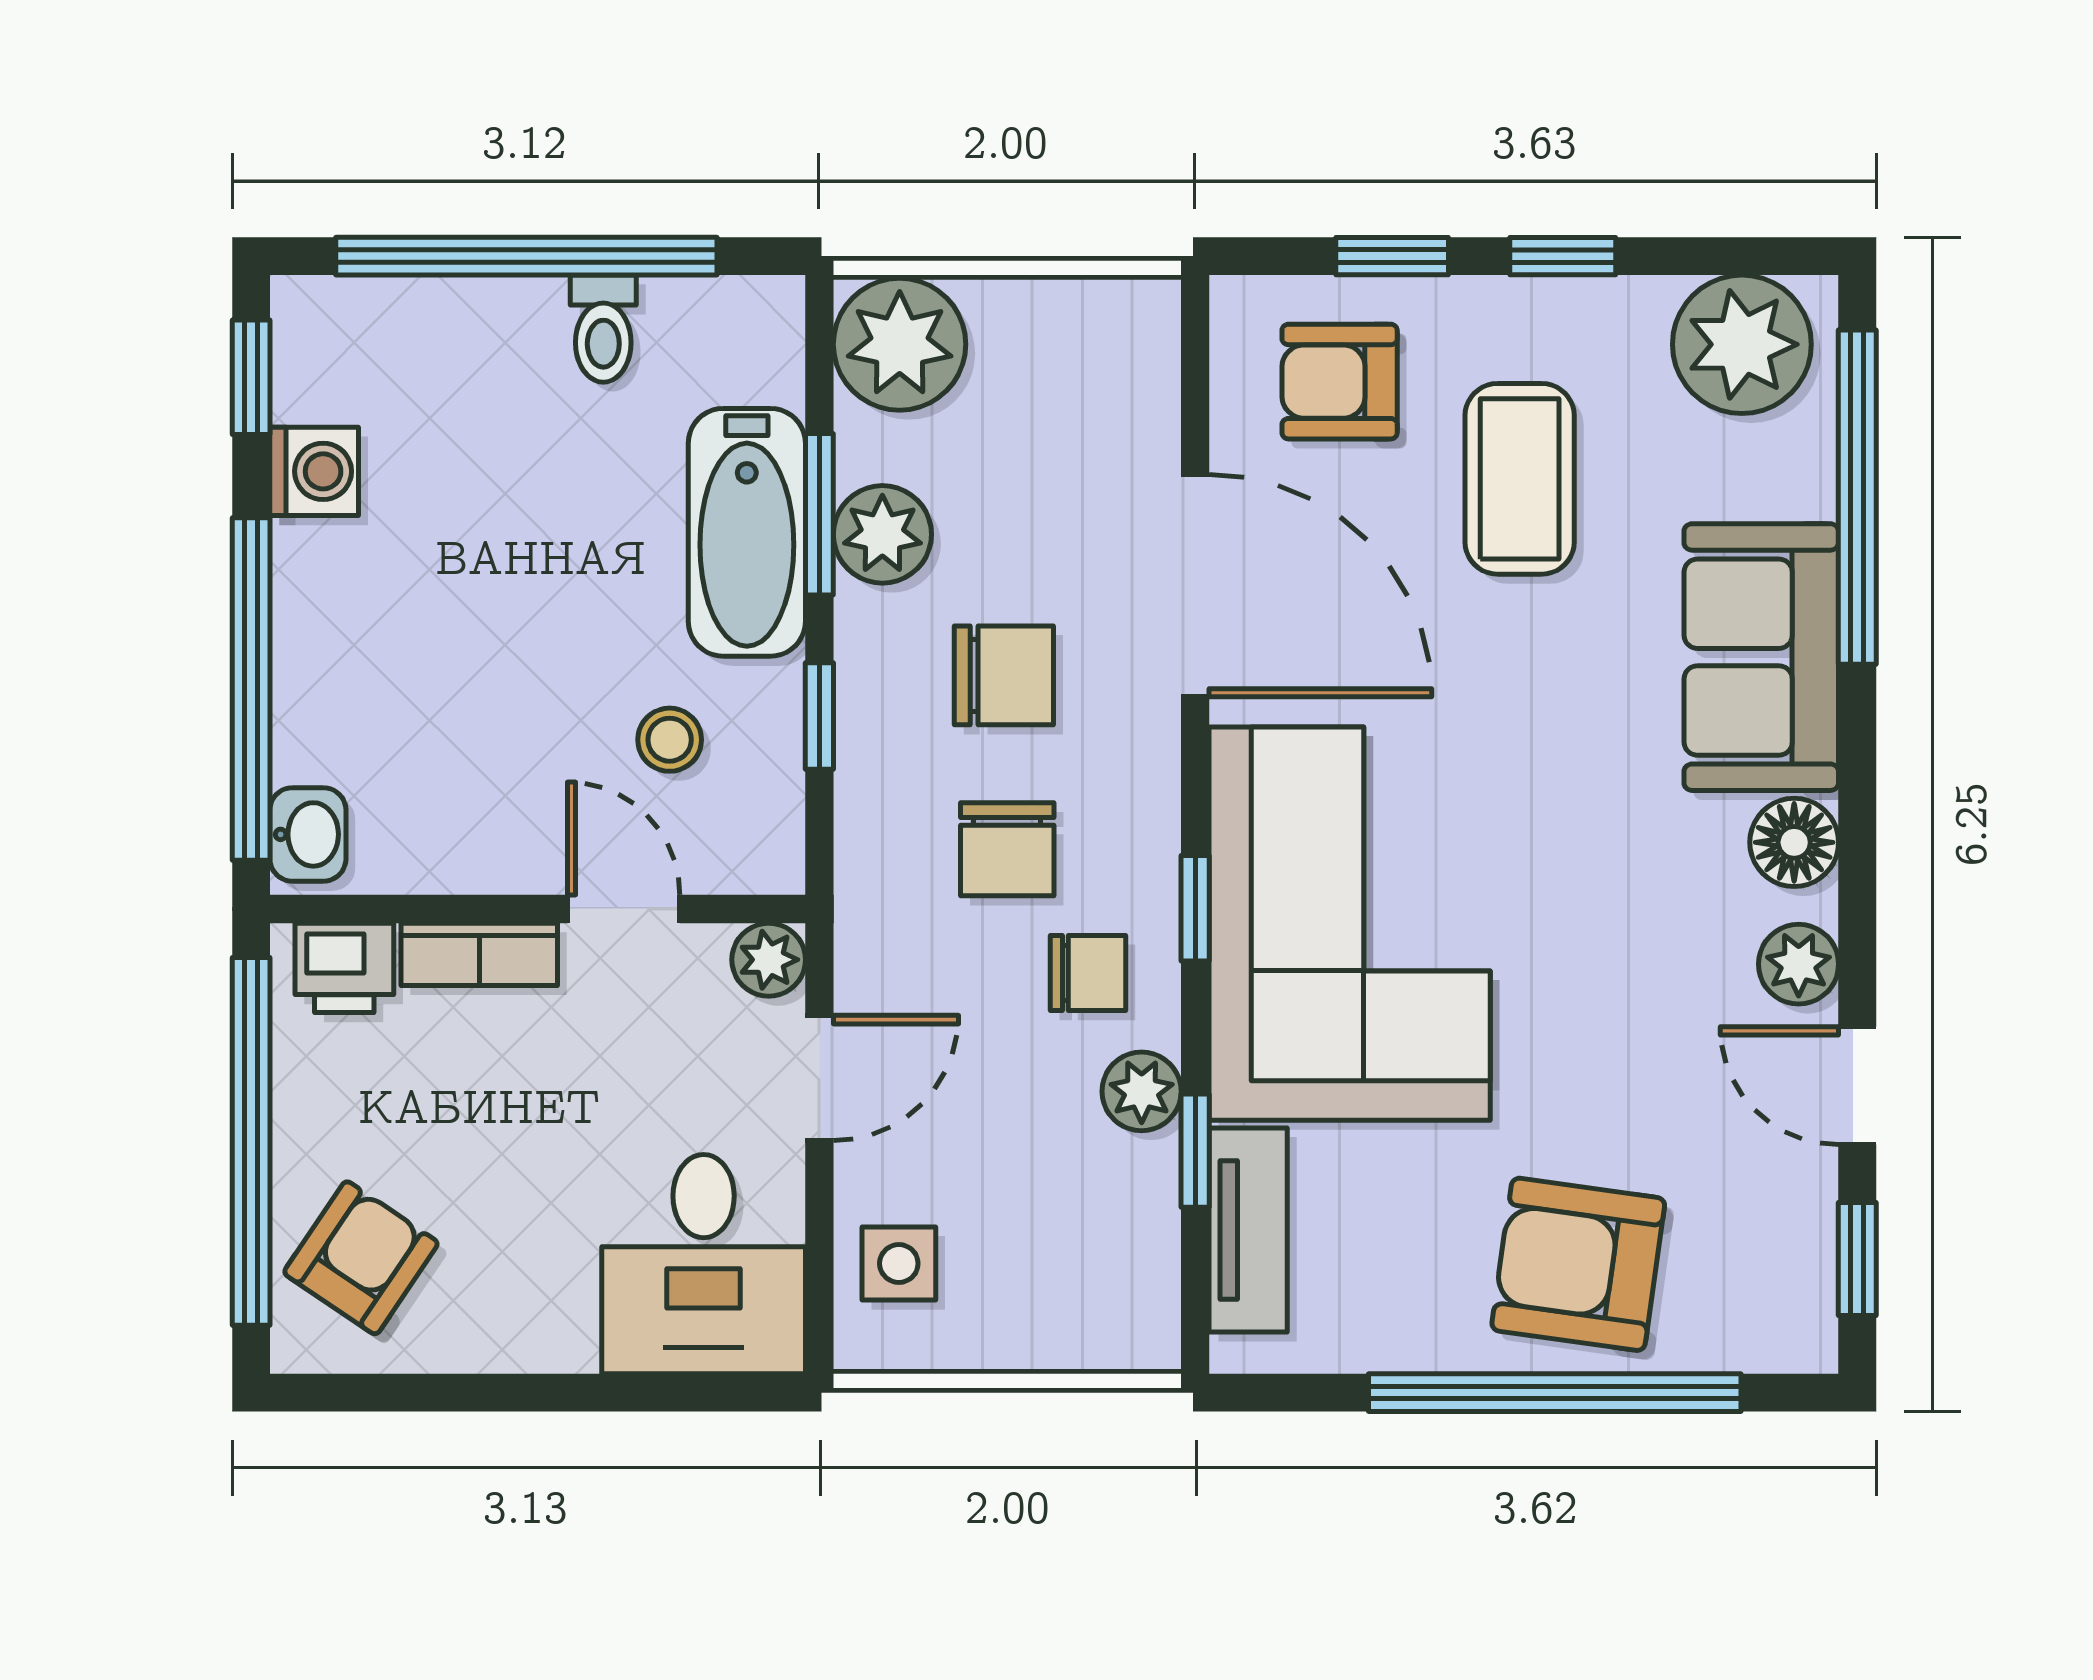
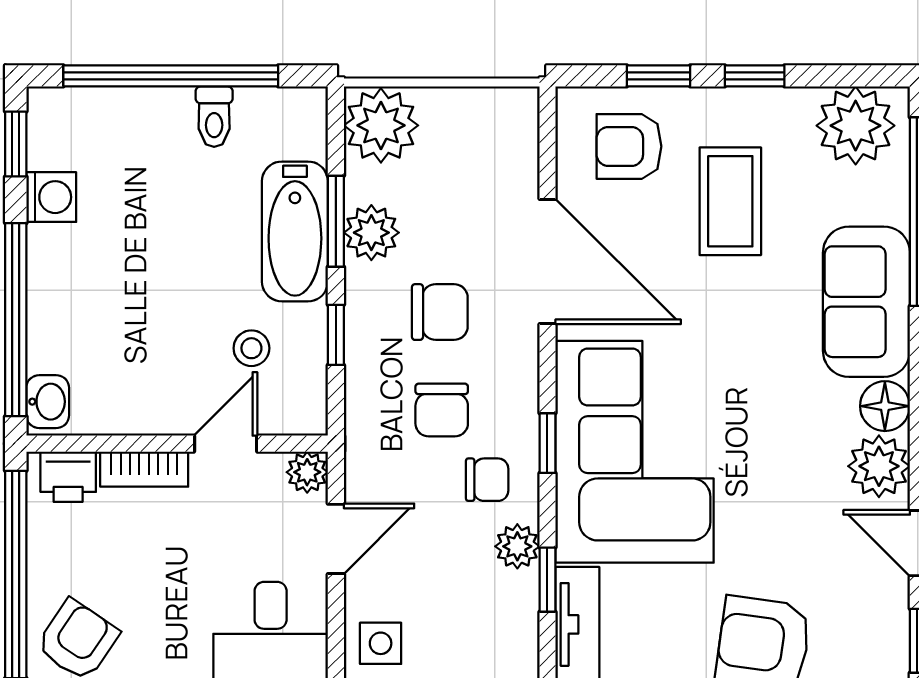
door: (624, 909) -> (226, 444), hinge flipped
plant: (1799, 964) -> (879, 466), width x1.38, depth x1.38

